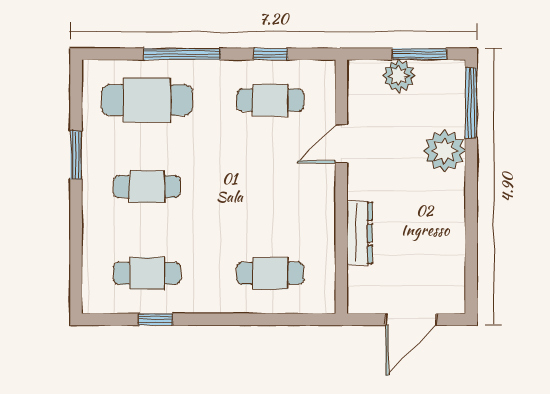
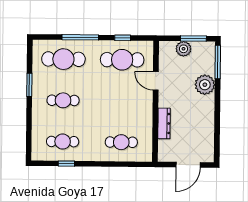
cafe table: (270, 100) -> (122, 60), width x1.37, depth x1.35
door: (341, 144) -> (156, 81), hinge flipped

